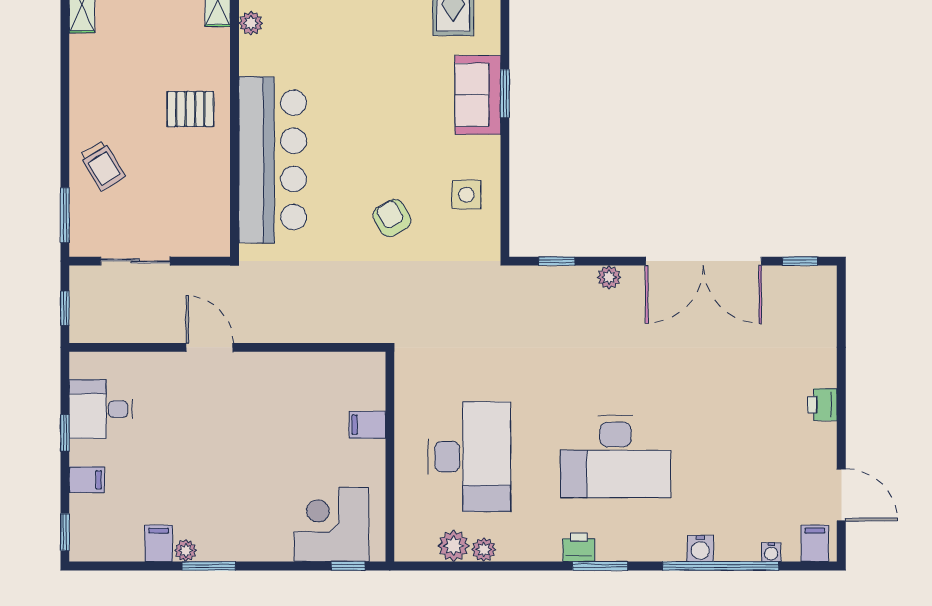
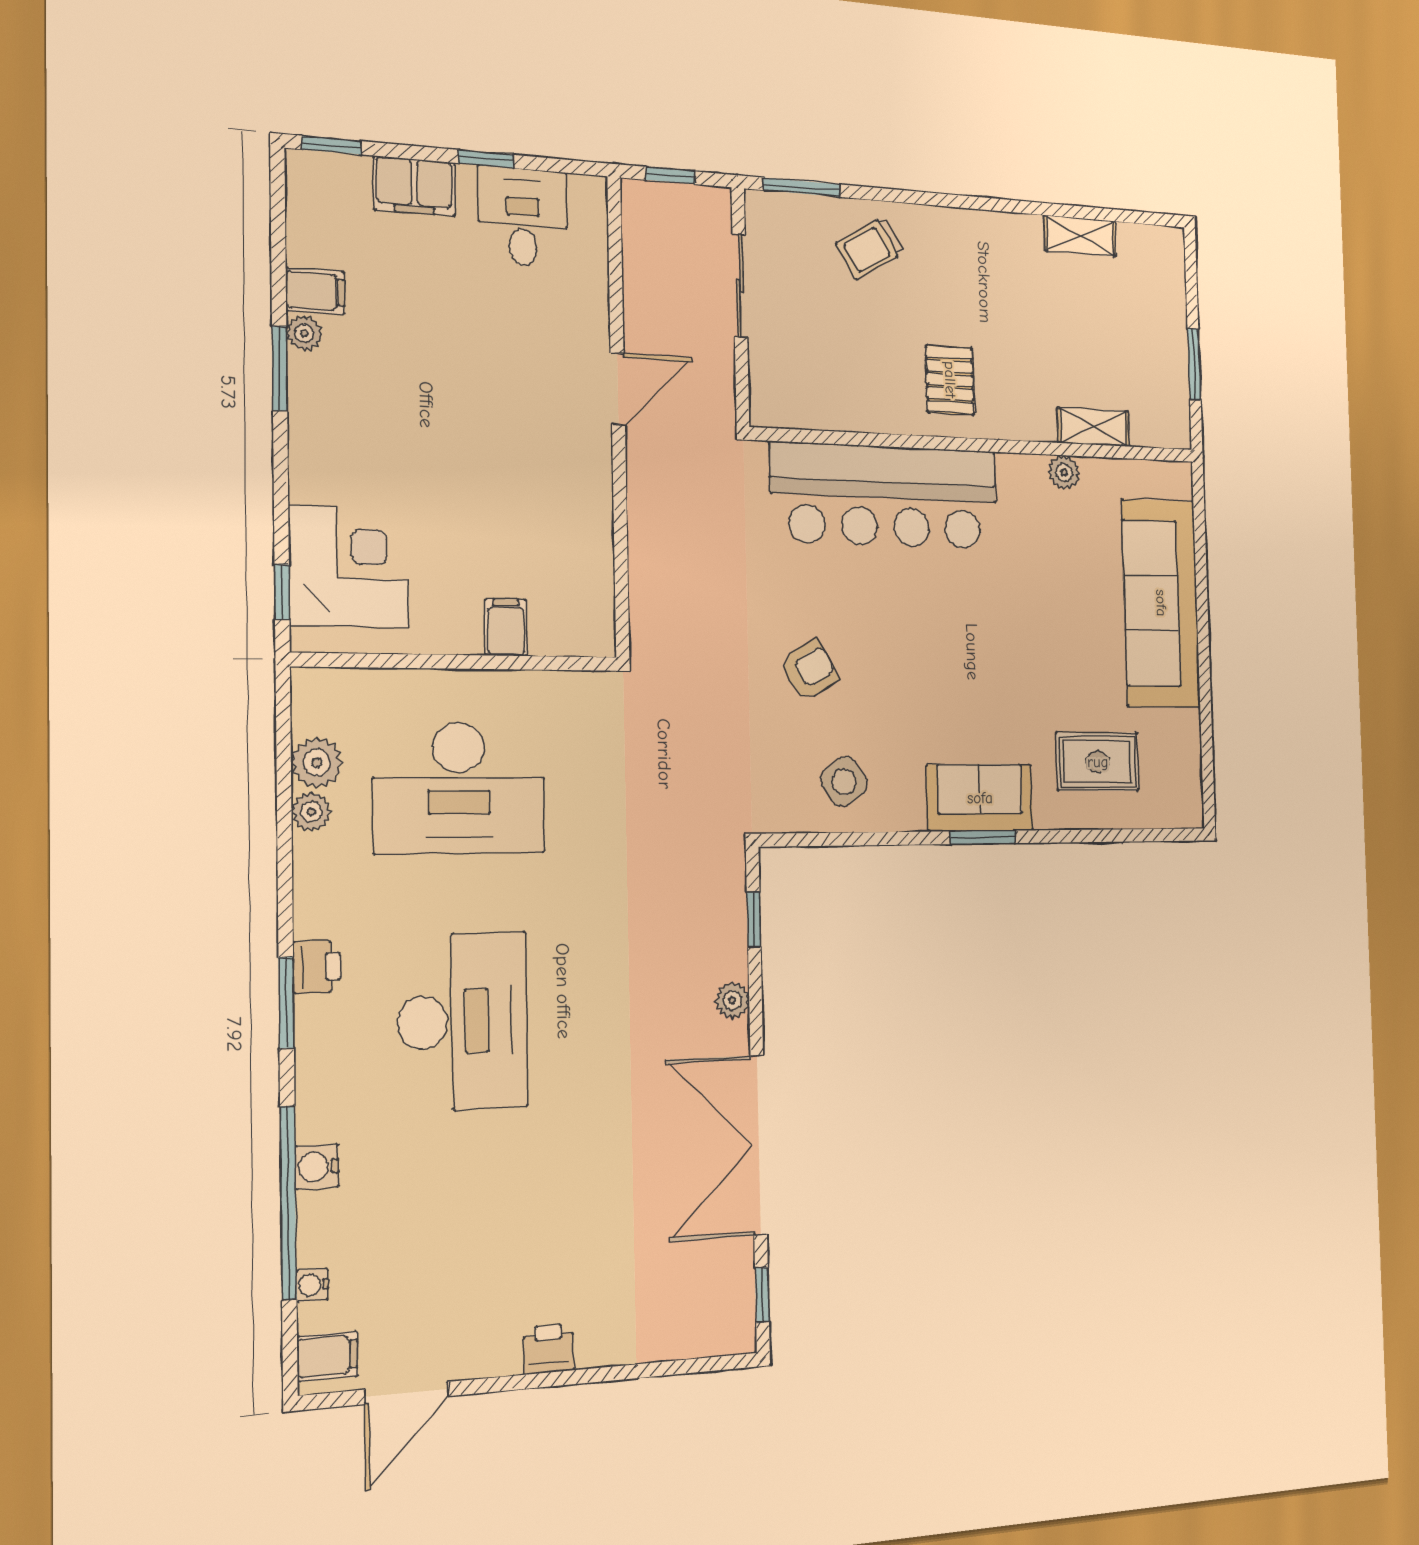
side table: (466, 195) -> (844, 782), turned -35
desk: (616, 457) -> (462, 1021), turned 180
filing cabinet: (87, 480) -> (414, 186), width x2.00

